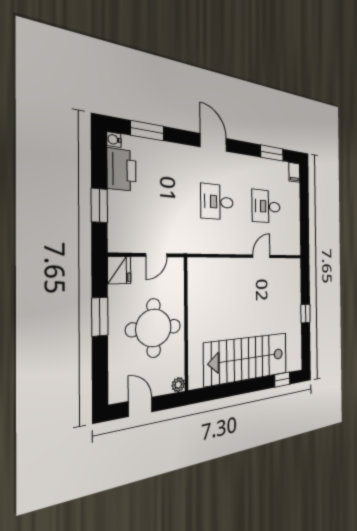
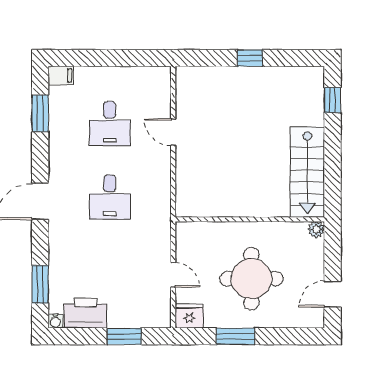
wall: (186, 324) -> (250, 219), moved
stairs: (247, 359) -> (307, 172), width x0.73, depth x0.66
plant: (178, 385) -> (316, 229), moved

